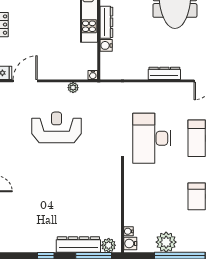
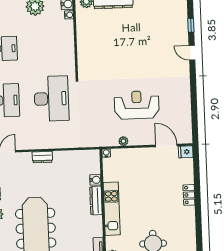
dresser: (164, 73) -> (42, 157), width x0.70
door: (25, 81) -> (166, 145), swing flipped
reception desk: (57, 127) -> (137, 105), turned 180

